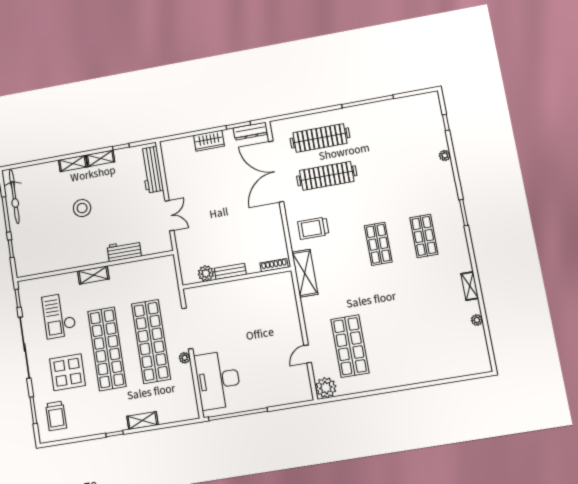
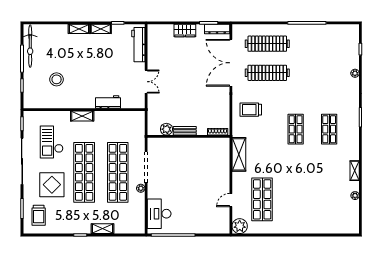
stool: (82, 208) -> (57, 79), moved
shelving: (305, 273) -> (239, 154), moved
desk: (218, 380) -> (159, 214), width x0.73, depth x0.77

